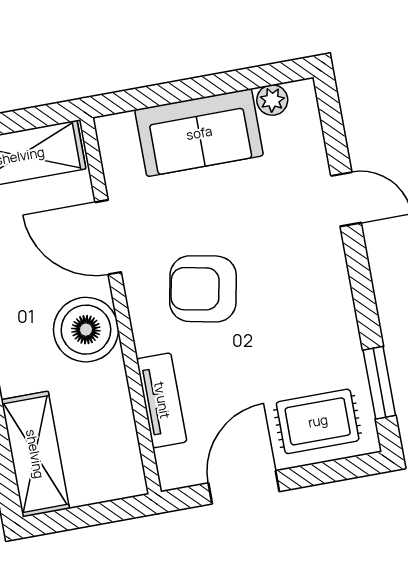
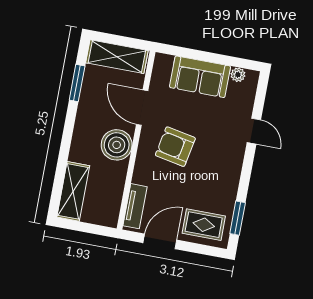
tv unit: (162, 400) -> (135, 206), moved

